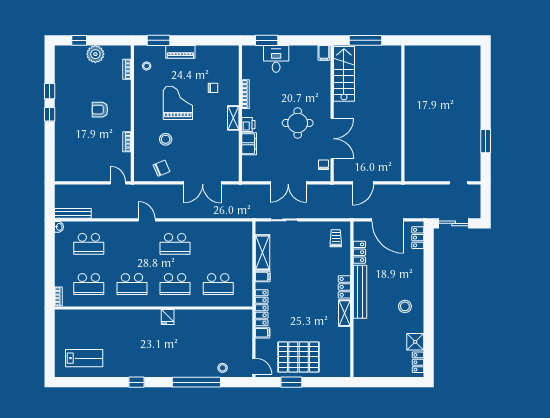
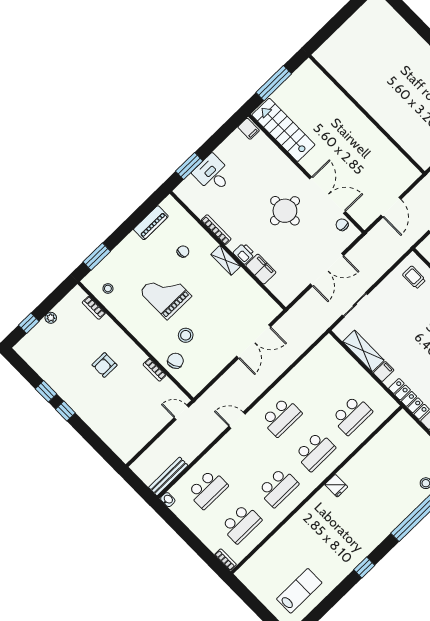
piano: (180, 52) -> (151, 223), moved
plant: (95, 54) -> (51, 318), width x0.53, depth x0.53
chair: (162, 168) -> (175, 361), moved

